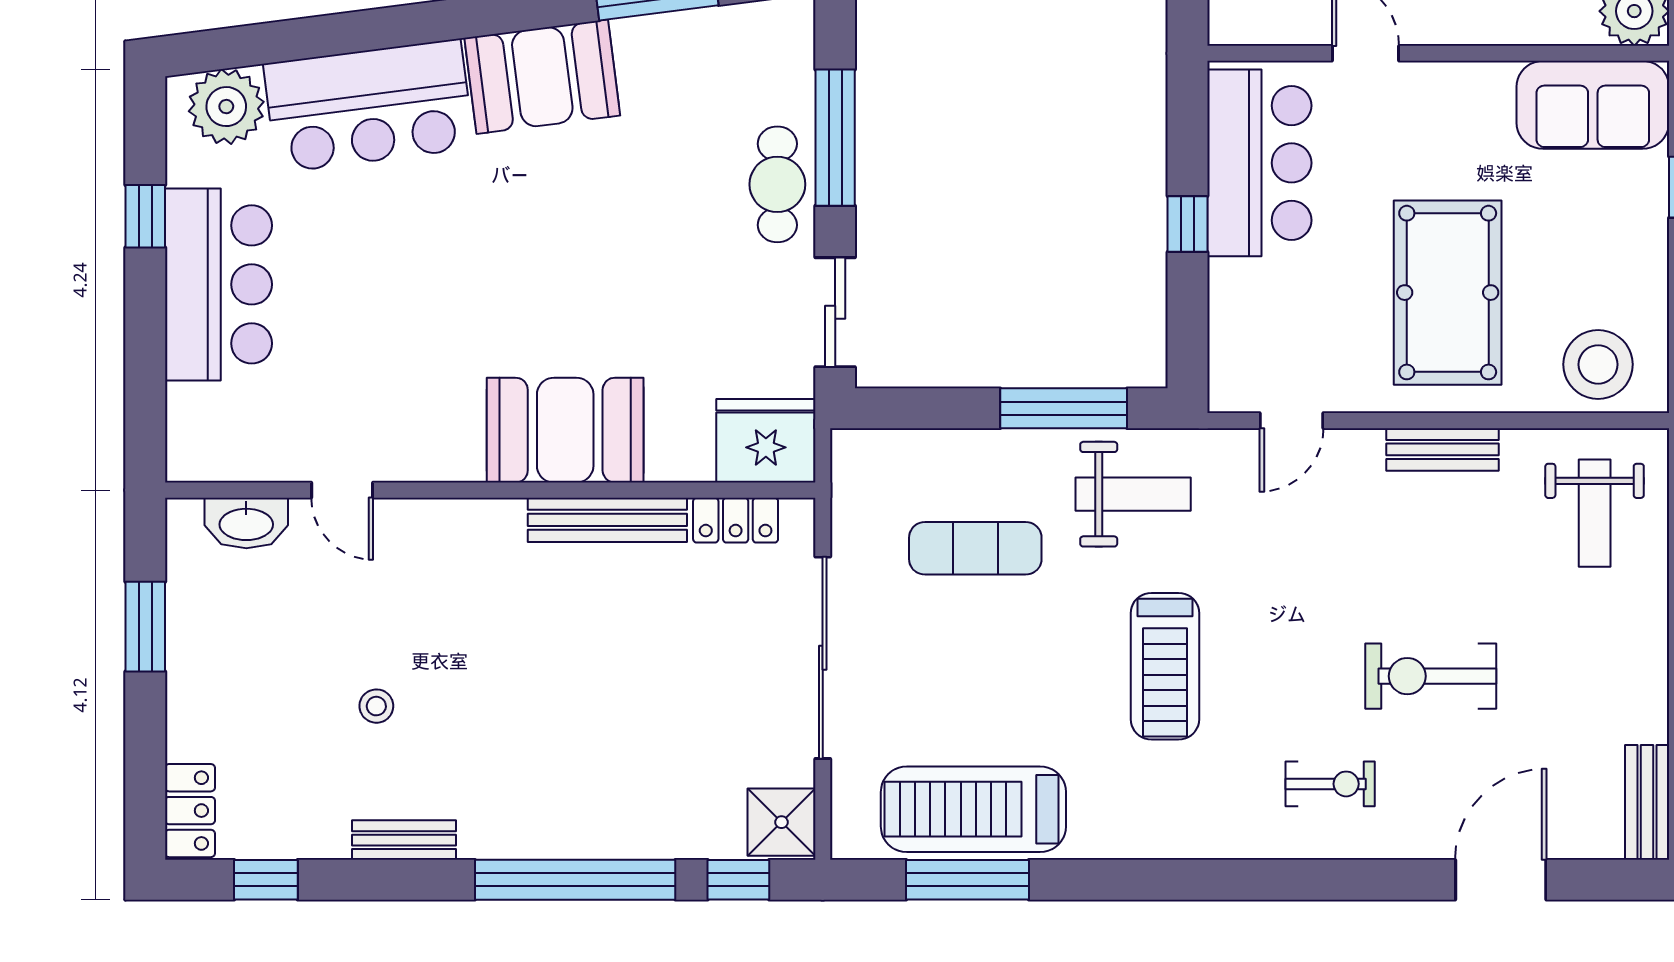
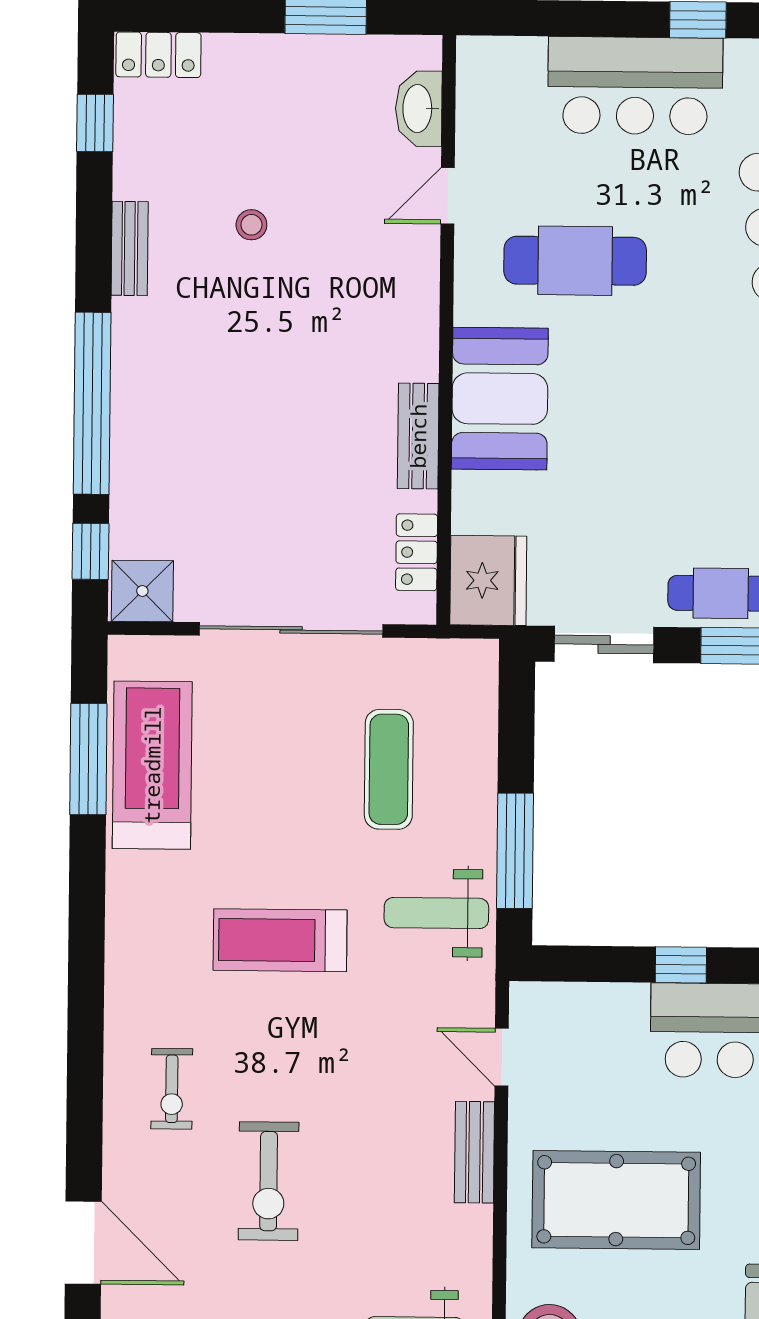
cafe table: (412, 349) -> (575, 261), added
bench: (1442, 449) -> (474, 1152), moved
weight bench: (1133, 494) -> (436, 913), turned 90
bench: (607, 520) -> (418, 436), width x0.73
exercise bike: (1431, 676) -> (269, 1181), turned 180

